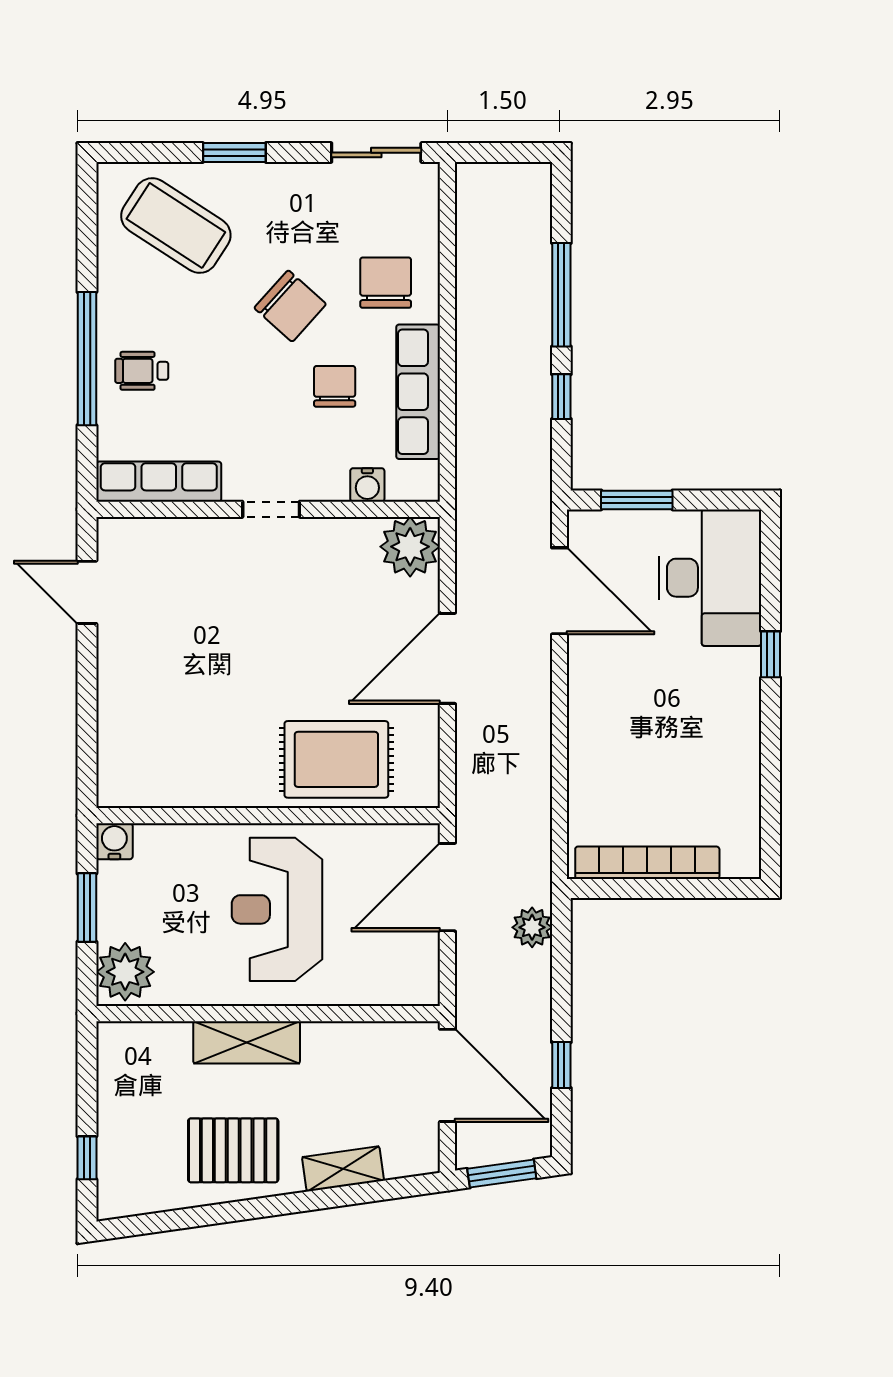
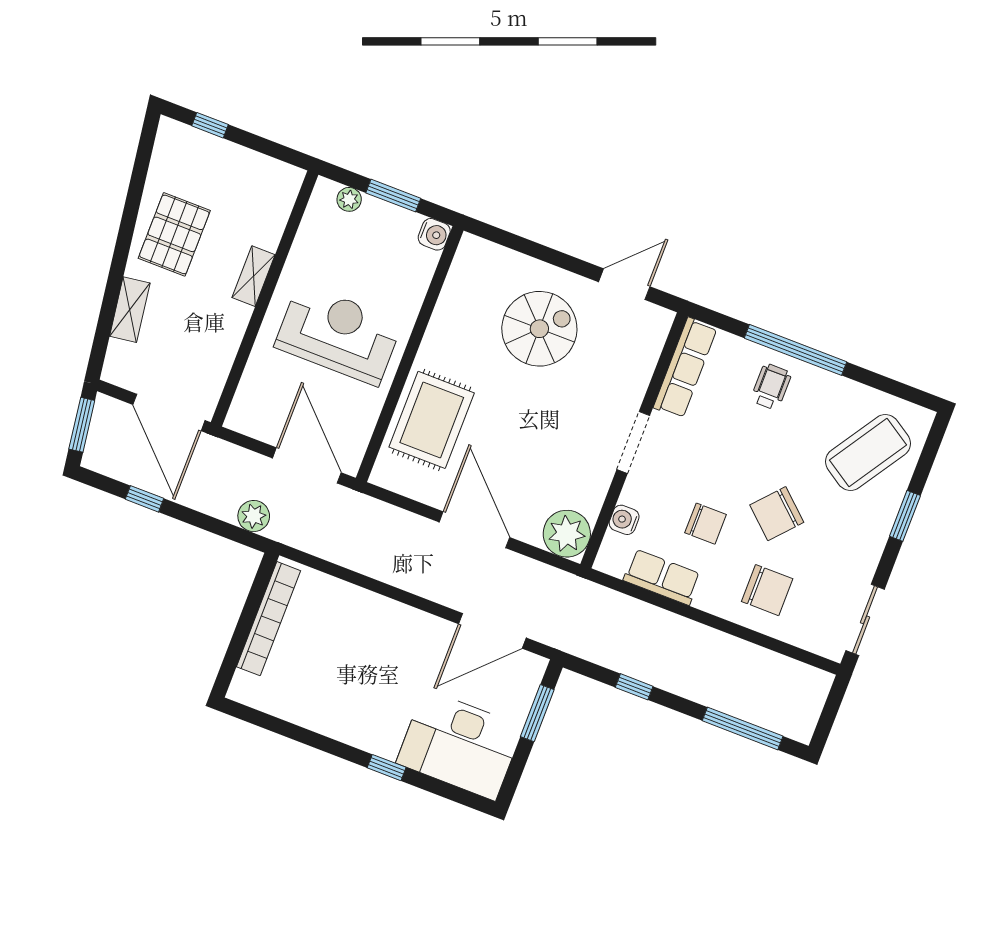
window: (561, 295) -> (743, 728), moved
row of seats: (418, 392) -> (662, 577), width x0.68
doorway: (271, 509) -> (633, 442), width x1.38
spiral stairs: (179, 673) -> (539, 329), added
plant: (125, 972) -> (349, 199), width x0.53, depth x0.53
shelving: (247, 1042) -> (254, 276), width x0.67, depth x0.75
door: (447, 1075) -> (169, 412), hinge flipped

